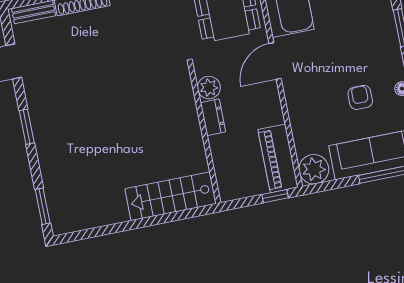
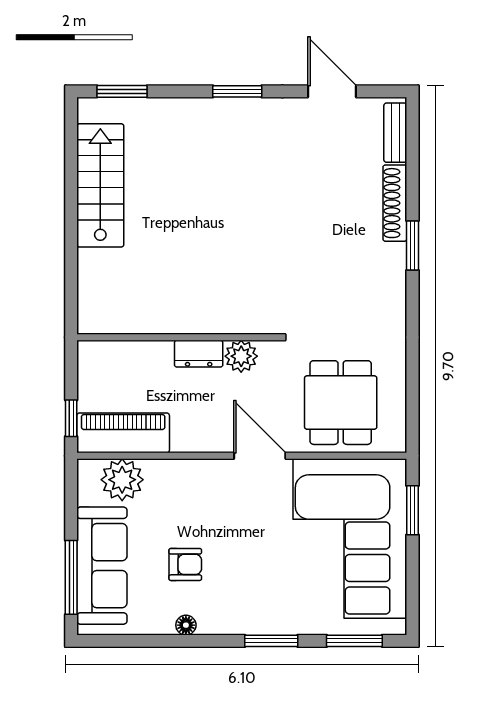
plant: (314, 169) -> (122, 480), moved
stairs: (171, 196) -> (100, 185), moved

